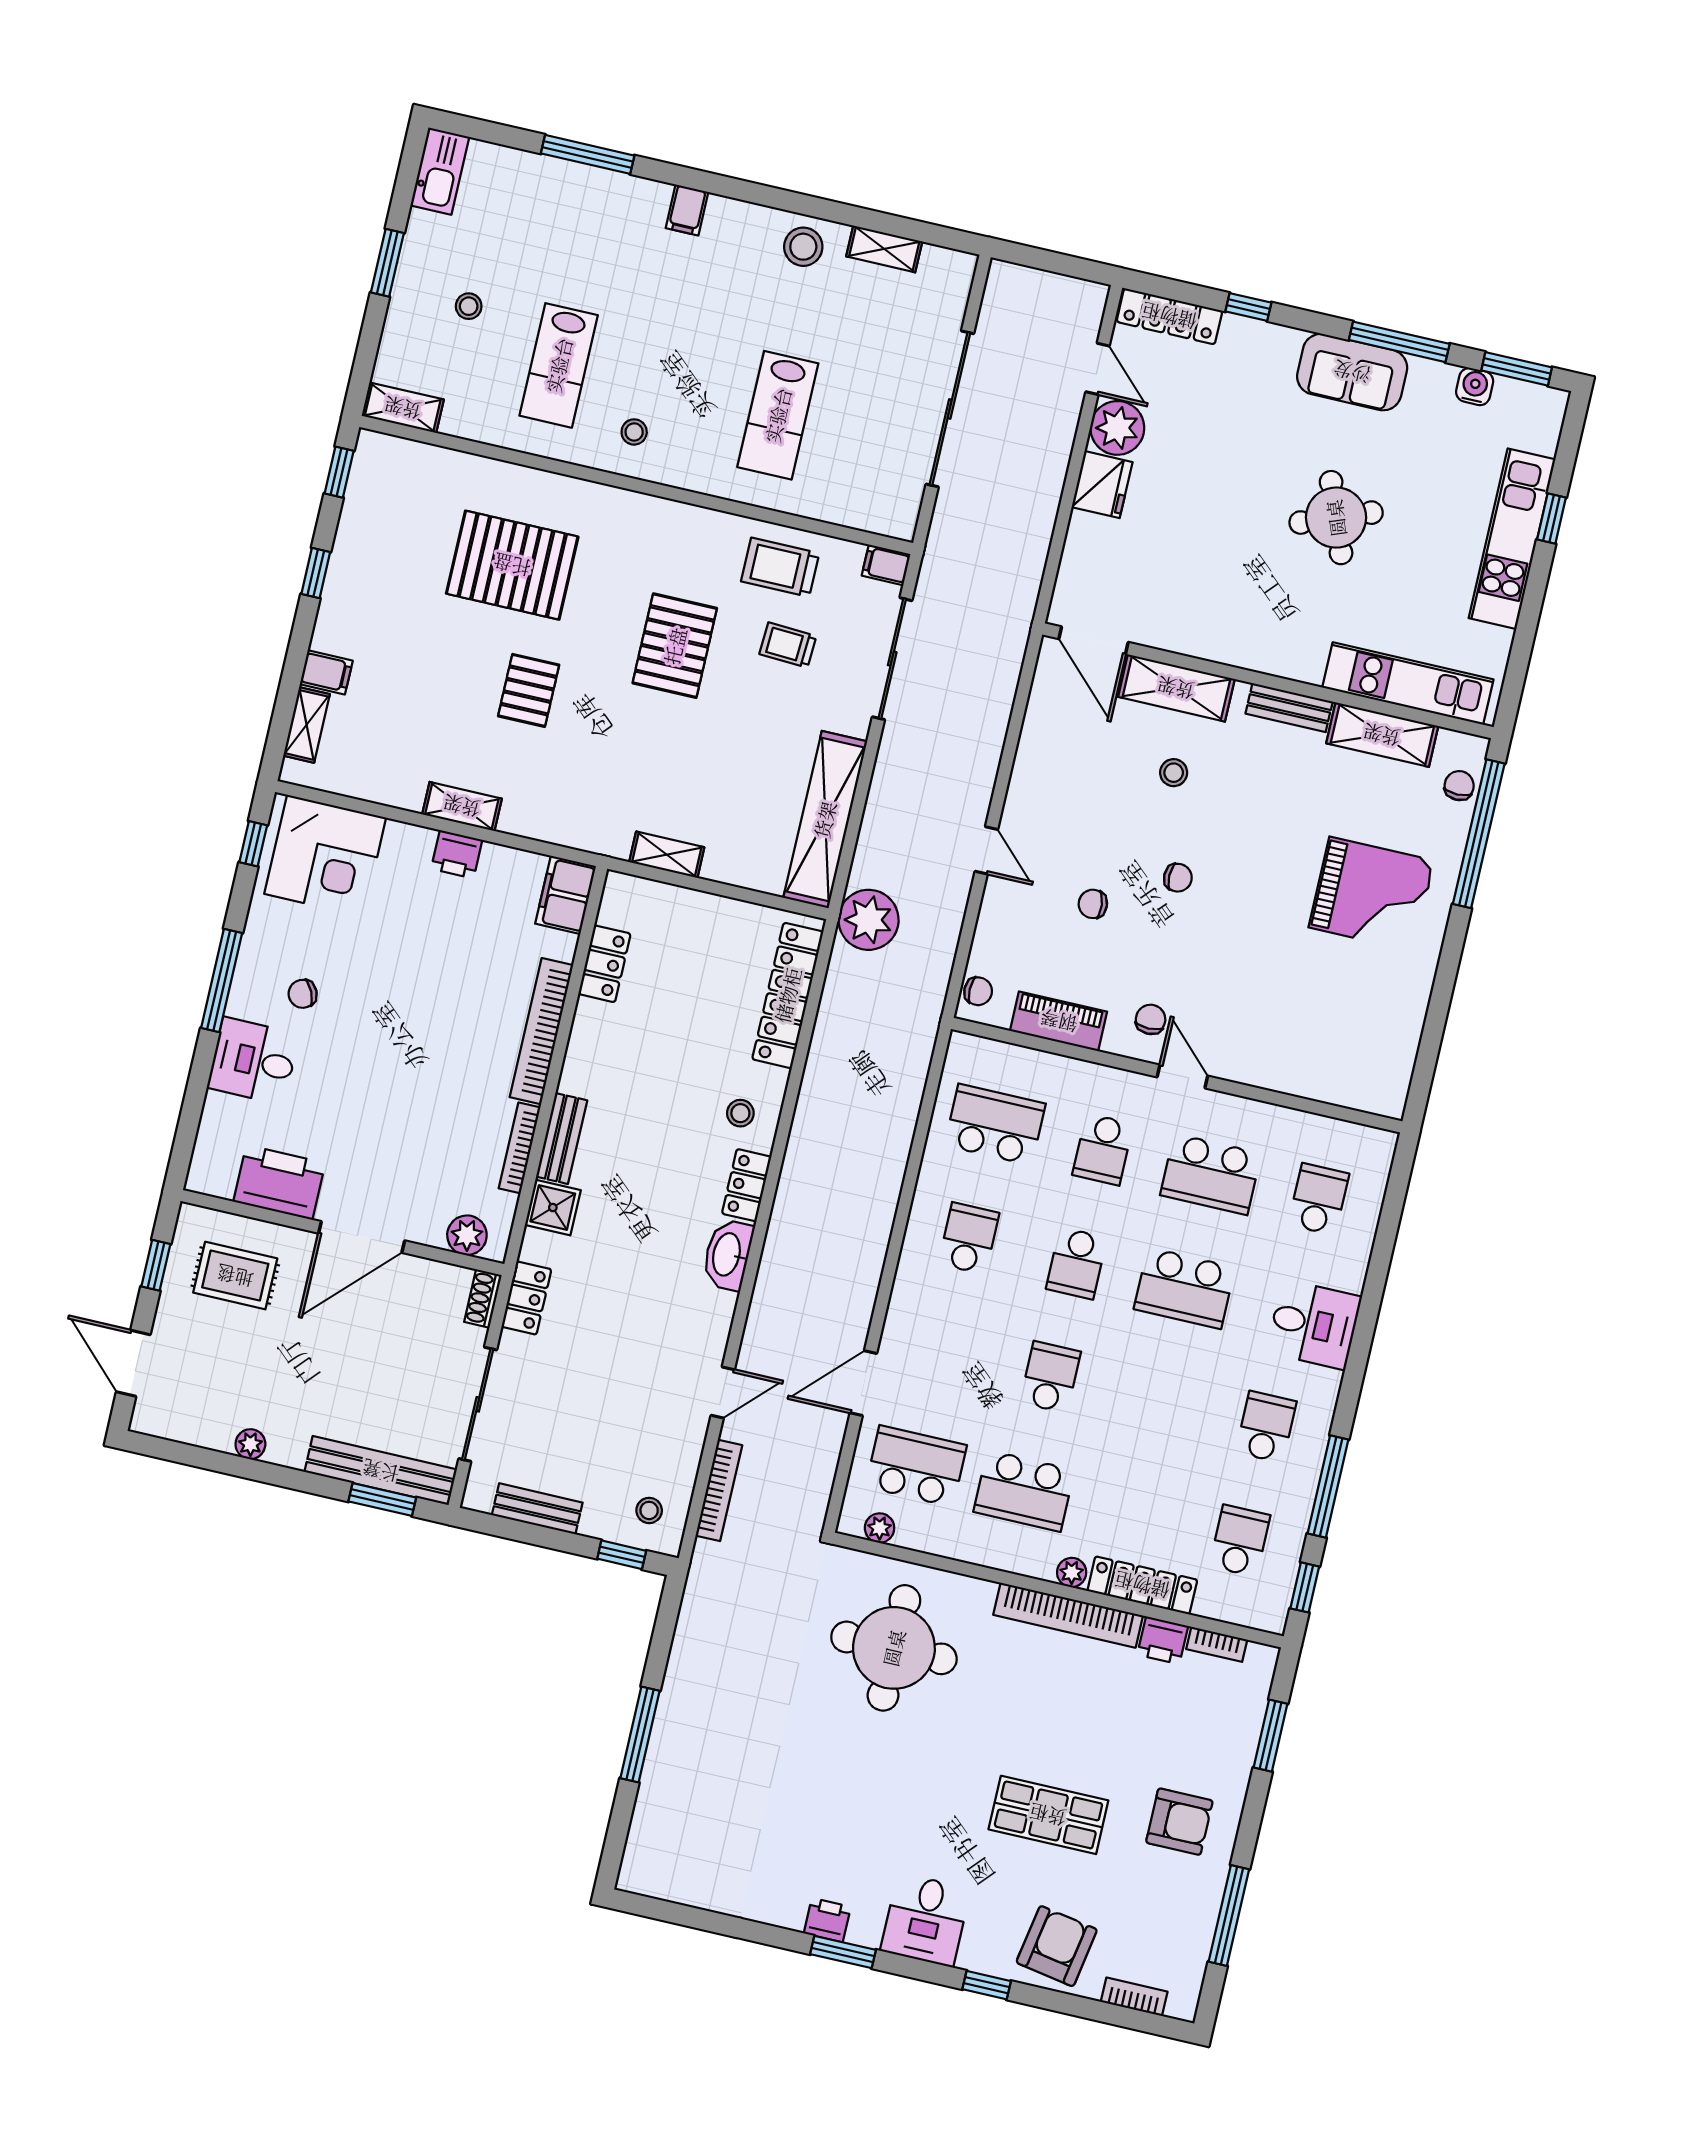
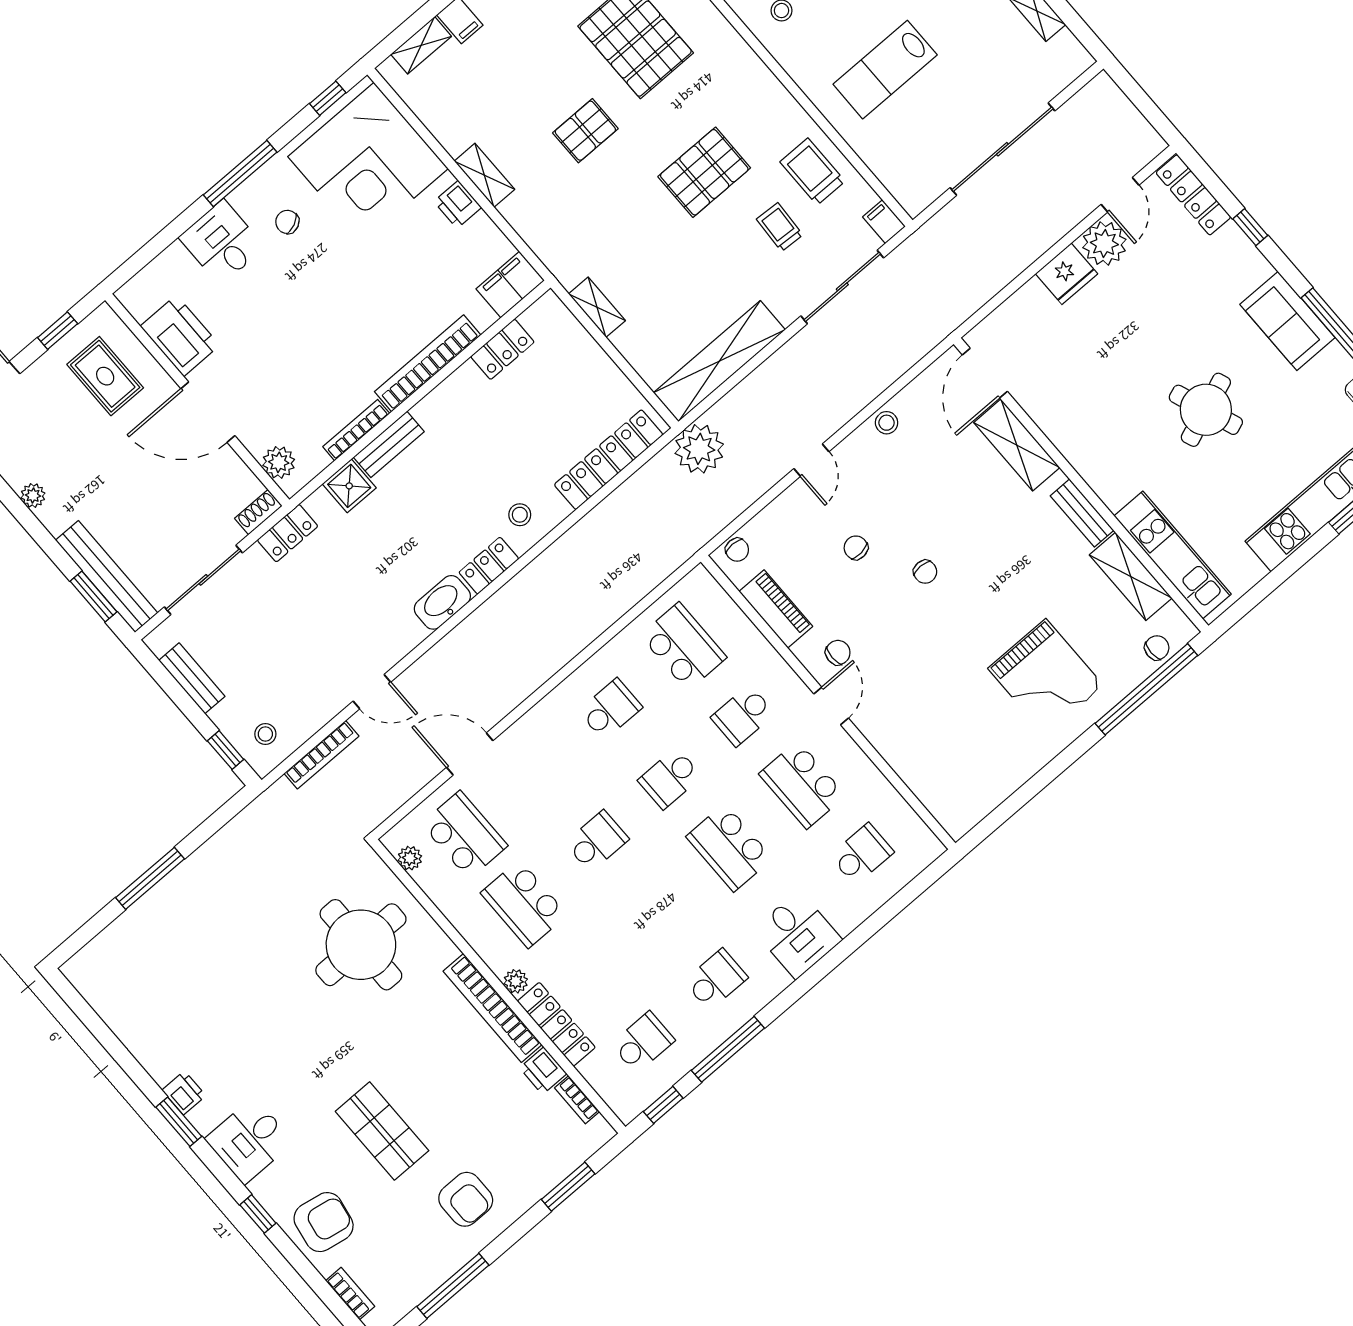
stool: (1174, 773) -> (887, 423), moved
corner desk: (325, 856) -> (368, 163), width x1.36, depth x1.36

